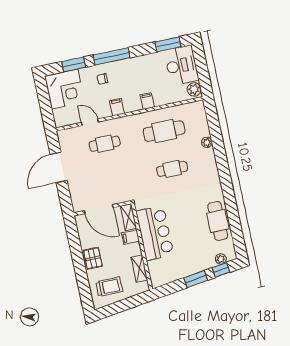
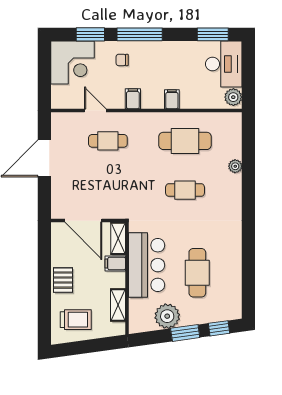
cafe table: (218, 221) -> (197, 273), moved
plant: (221, 259) -> (167, 316), moved, width x1.88, depth x1.88

